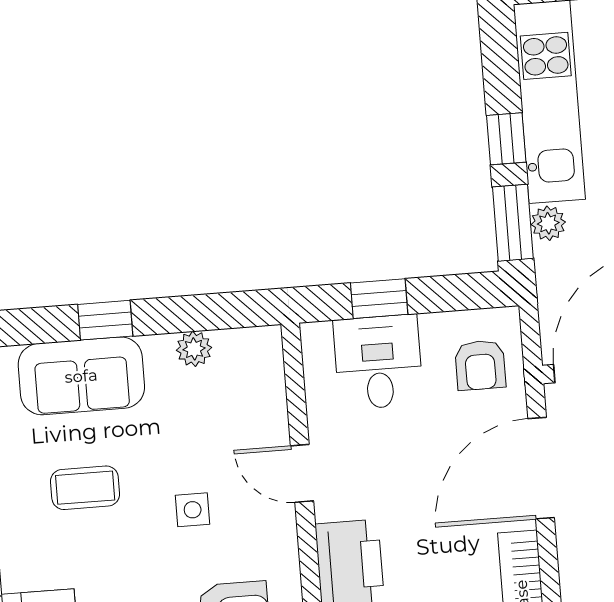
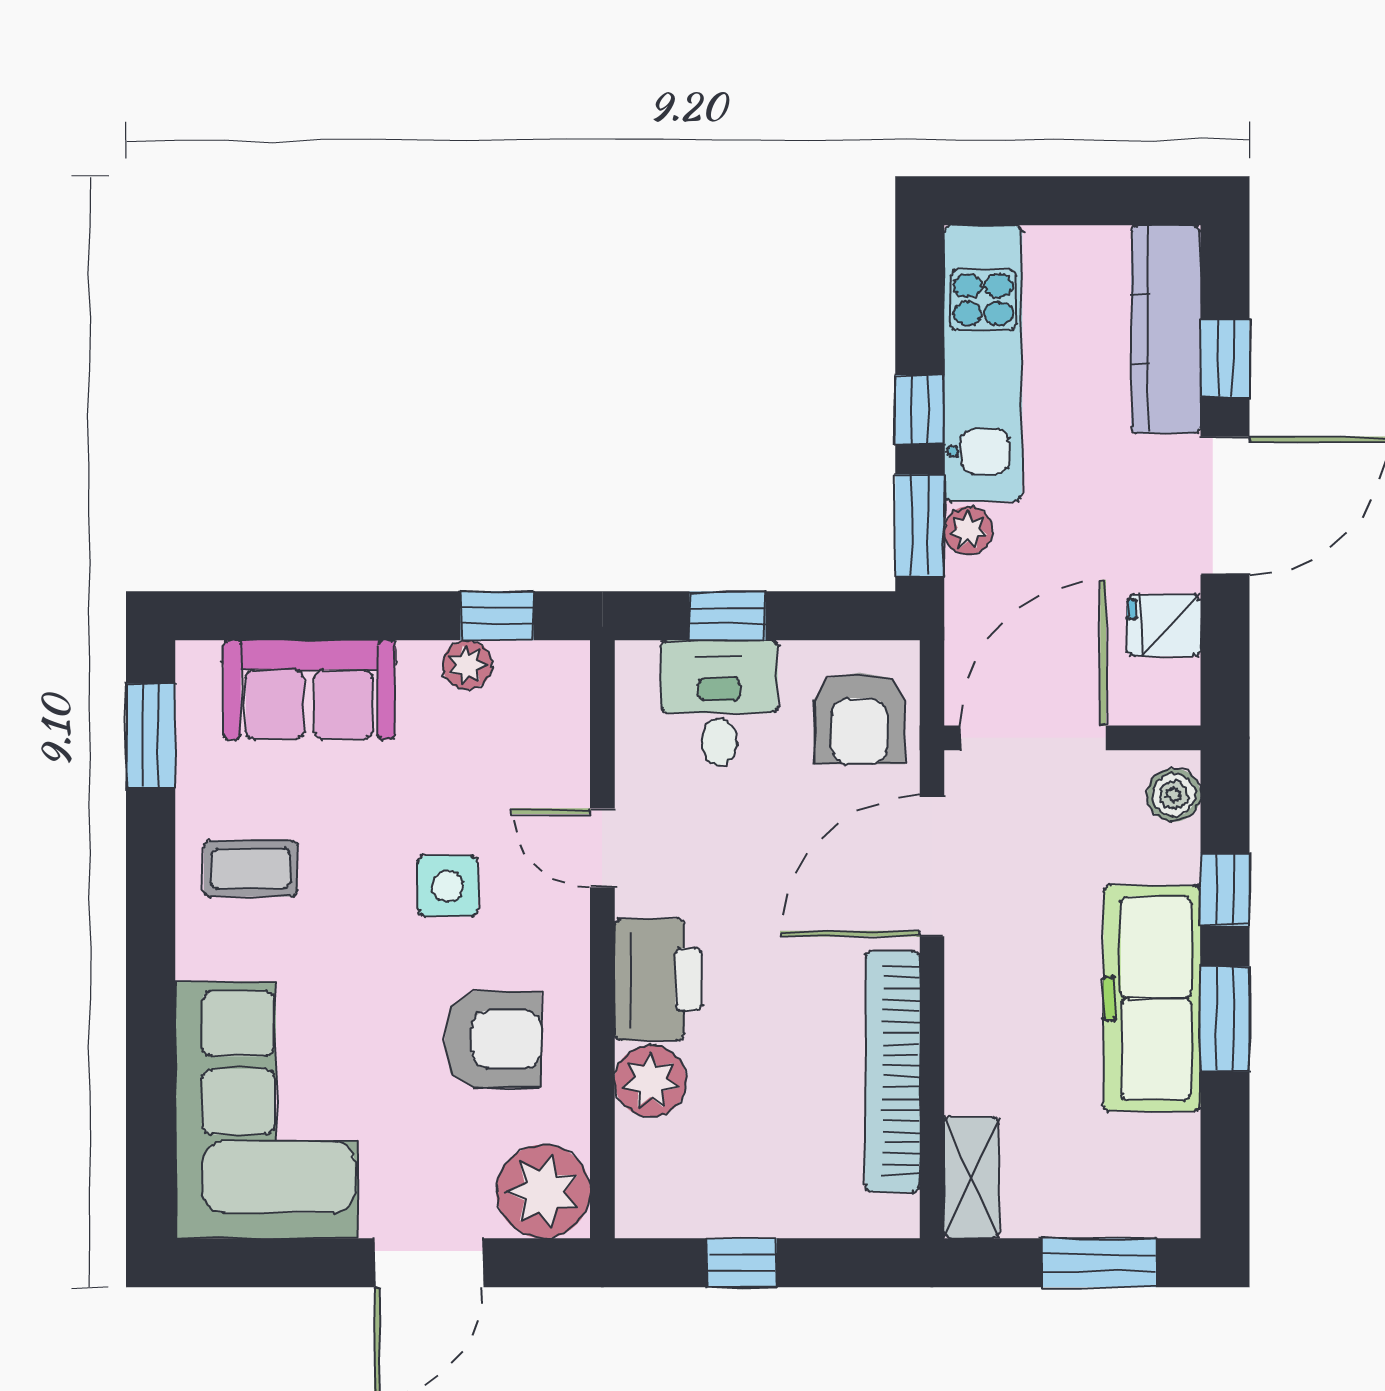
window: (105, 320) -> (497, 616), moved
armchair: (480, 365) -> (859, 718), width x1.38, depth x1.38
coffee table: (85, 488) -> (251, 869), moved
side table: (193, 510) -> (448, 886), width x1.37, depth x1.37

